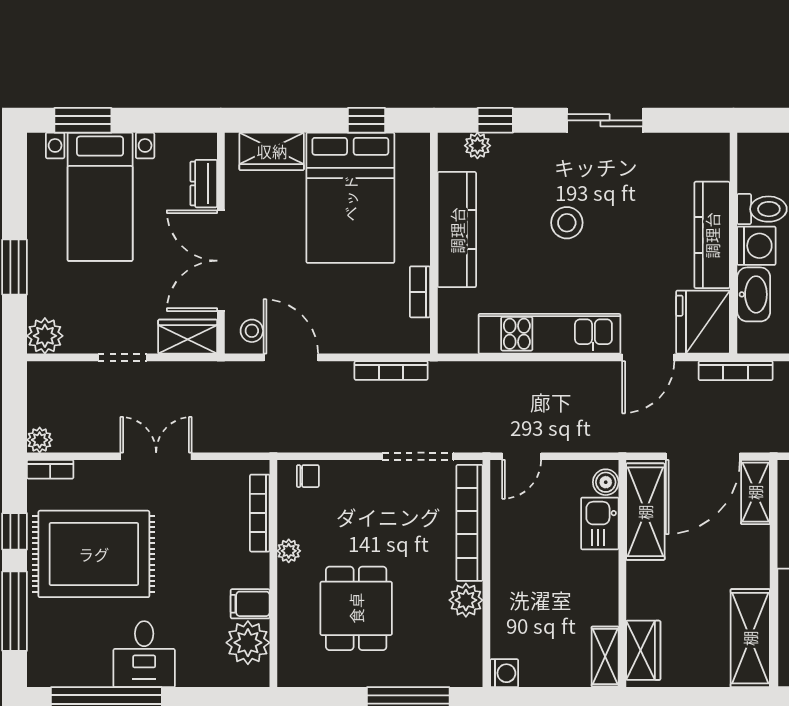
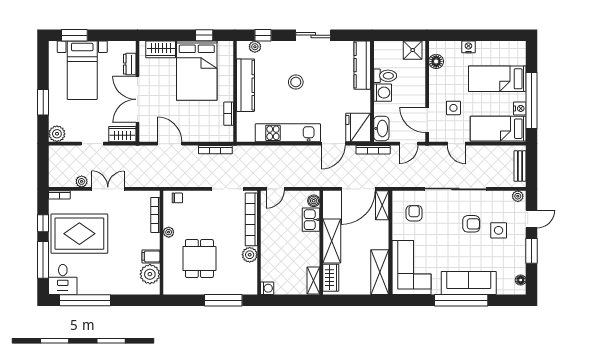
kitchen counter: (712, 235) -> (362, 65), moved
washbasin: (754, 294) -> (381, 128), moved
stool: (252, 331) -> (152, 131), removed
plant: (40, 440) -> (82, 181), moved
shelving: (645, 512) -> (332, 241), moved
desk: (144, 654) -> (63, 279), moved

